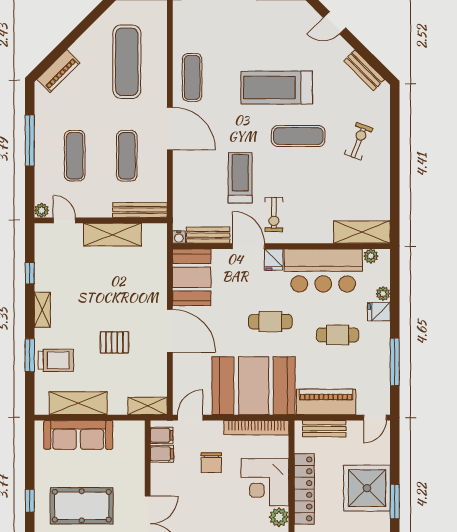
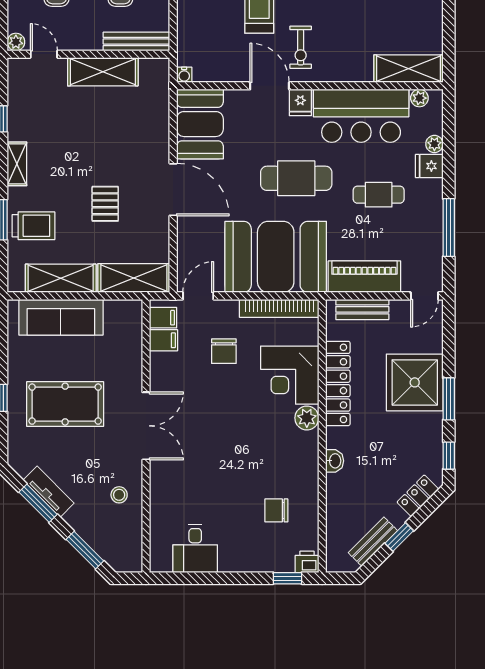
bench: (208, 235) -> (220, 72), removed
cafe table: (270, 322) -> (296, 178), width x1.37, depth x1.35
pallet: (114, 342) -> (105, 204), turned 90
shelving: (148, 406) -> (134, 278), width x1.50, depth x1.33

